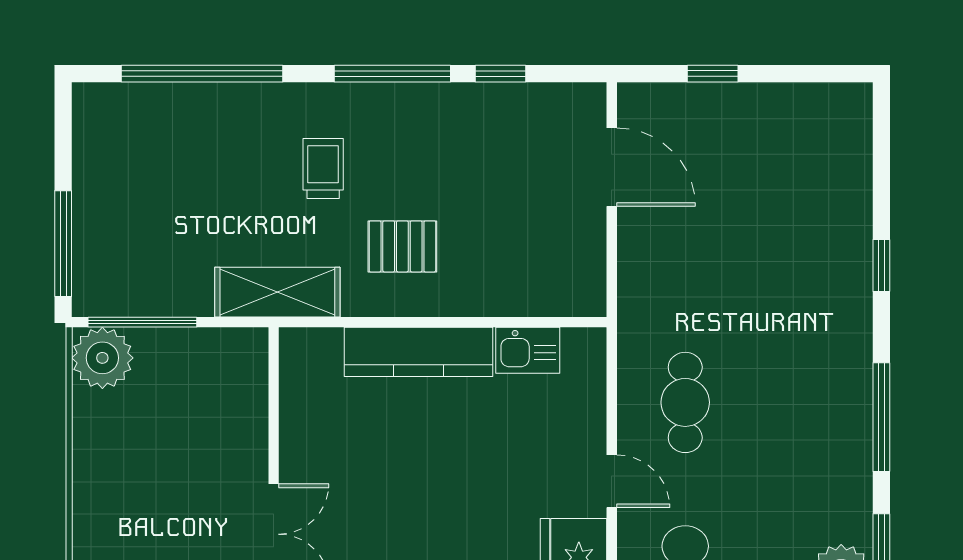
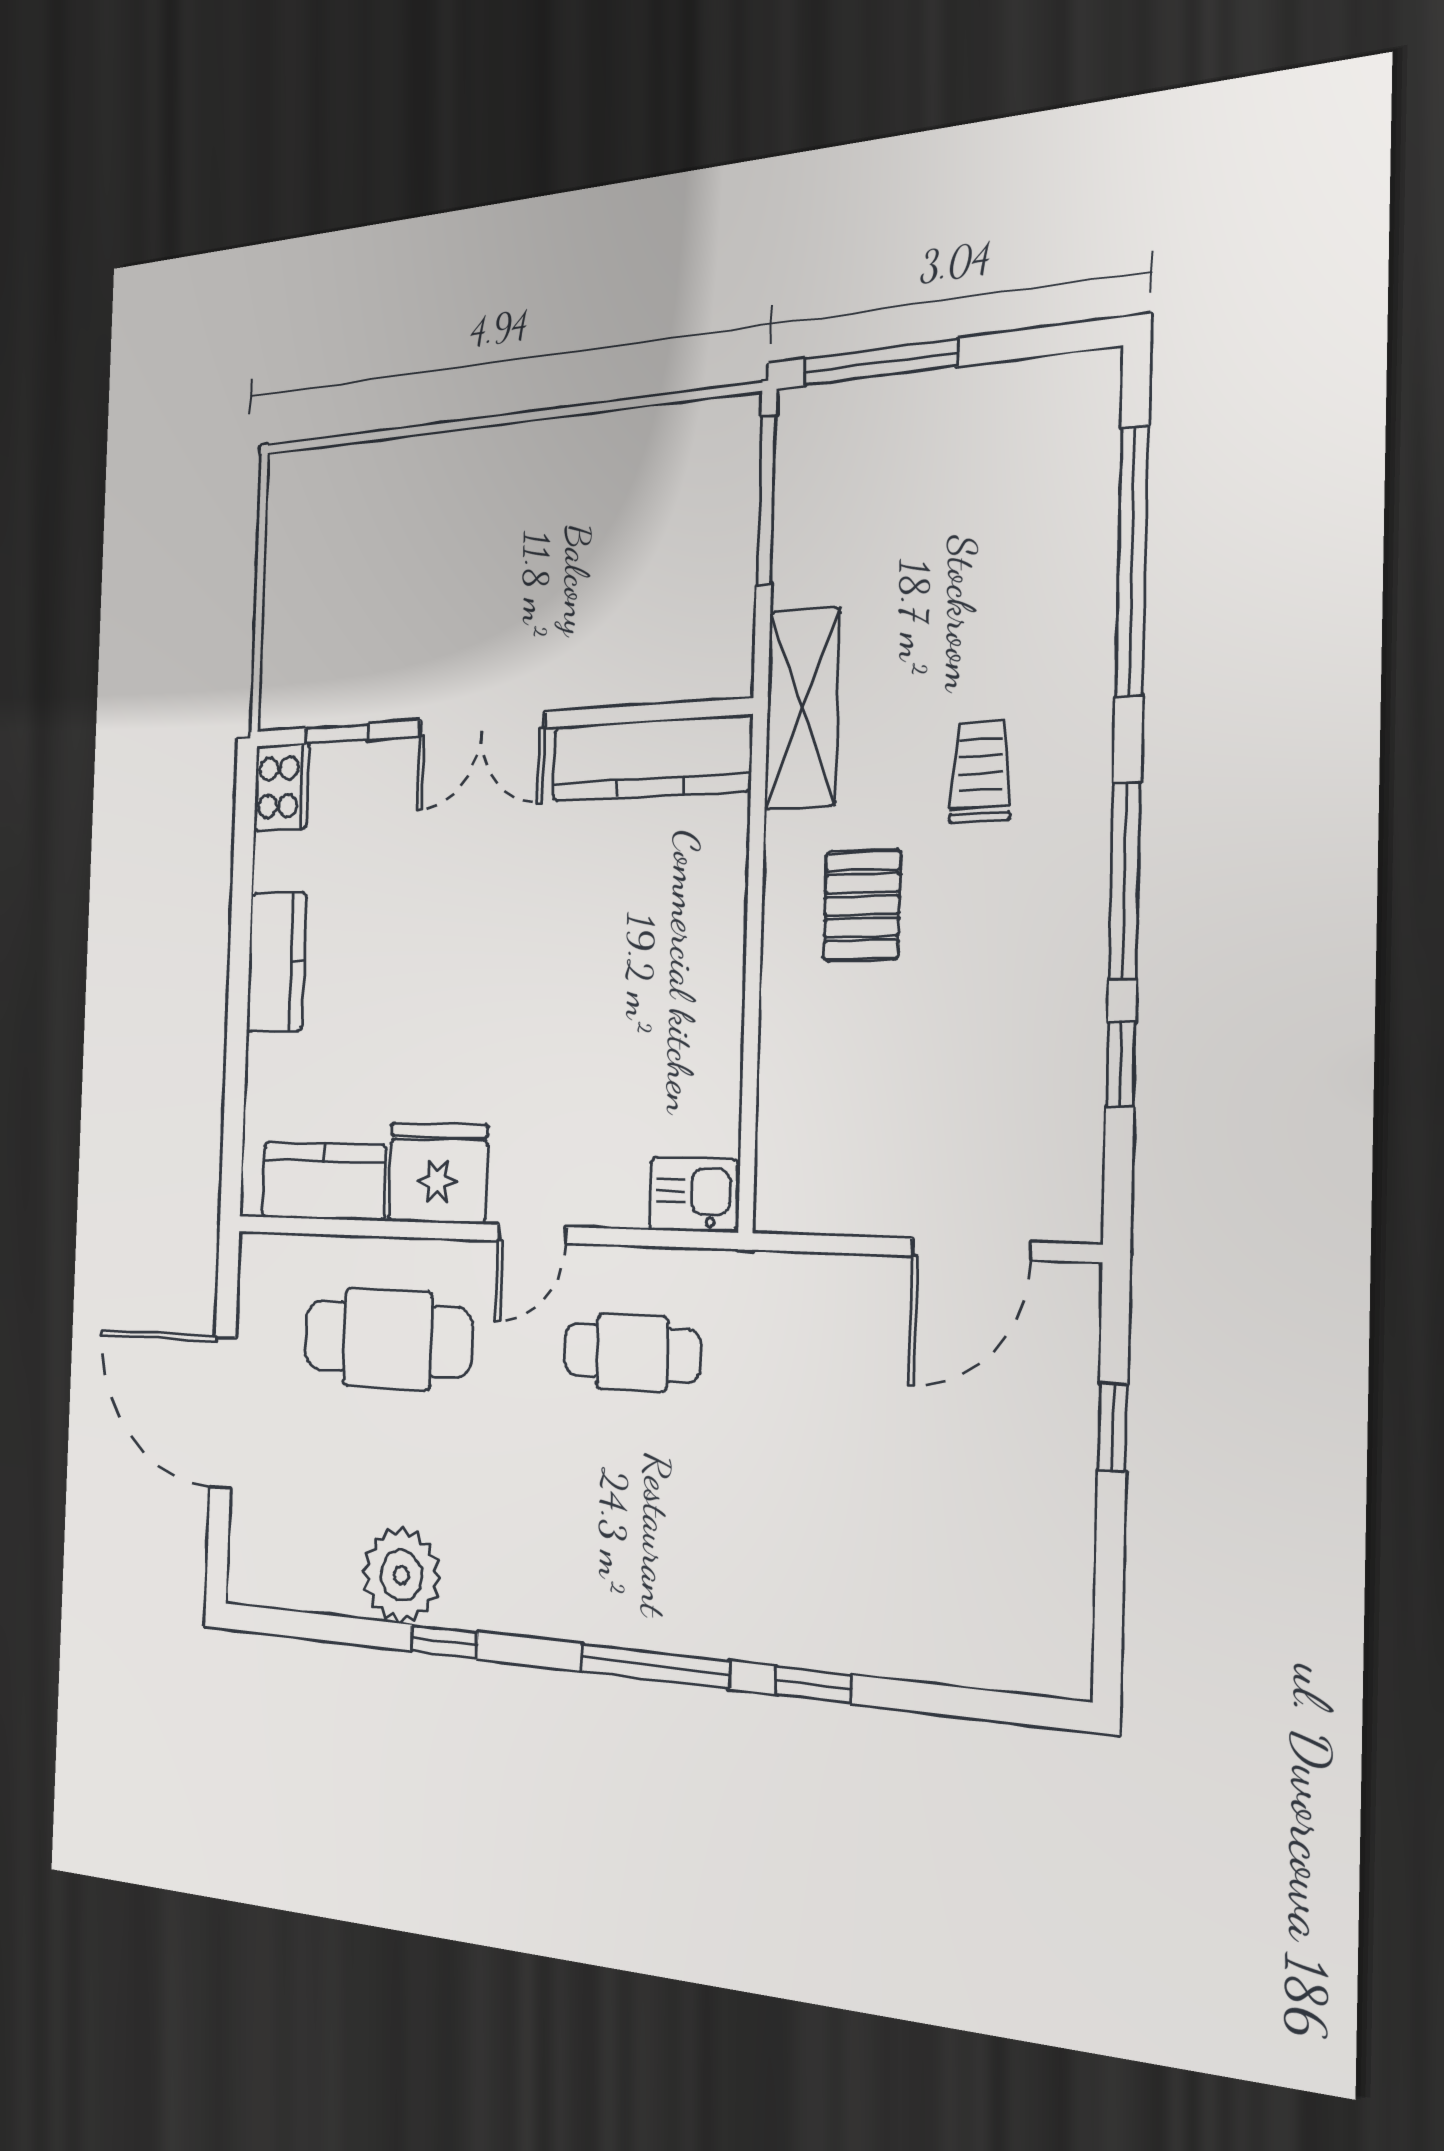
trolley: (323, 168) -> (981, 772), turned -90
kitchen sink: (528, 350) -> (693, 1195), moved, turned 90
kitchen counter: (418, 352) -> (651, 758), moved, turned -90
plant: (102, 358) -> (719, 443), removed
window: (881, 417) -> (655, 1666), moved

